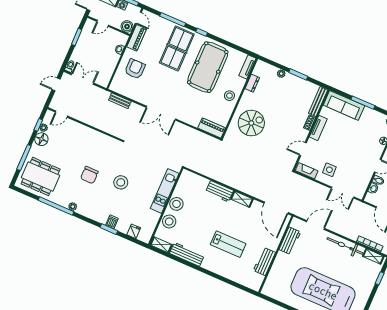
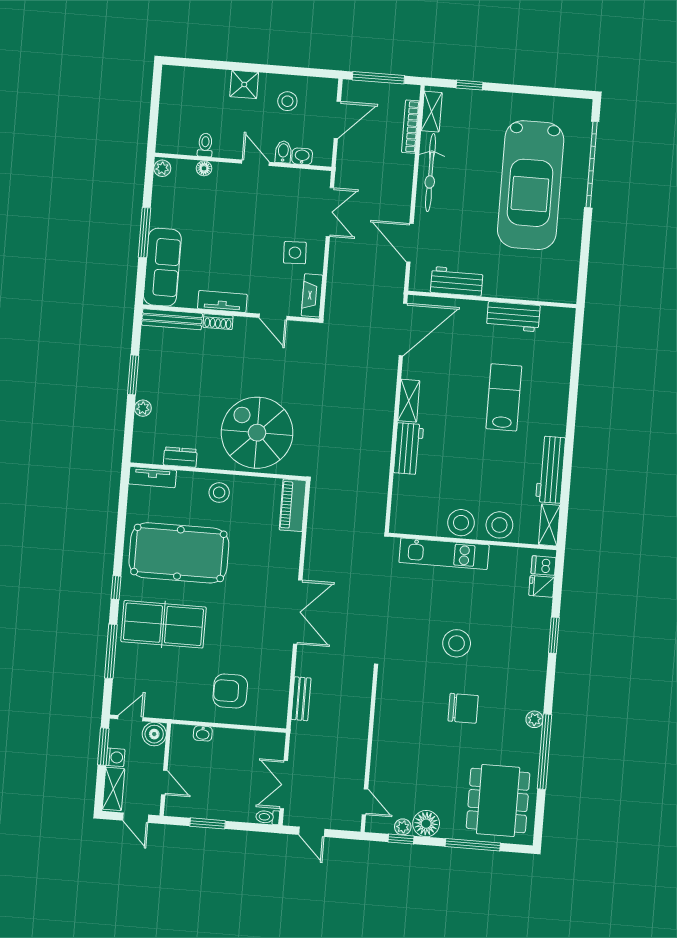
piano: (137, 38) -> (170, 708), removed
spiral stairs: (251, 123) -> (257, 433), width x1.37, depth x1.37
dishwasher: (112, 222) -> (543, 566), moved

